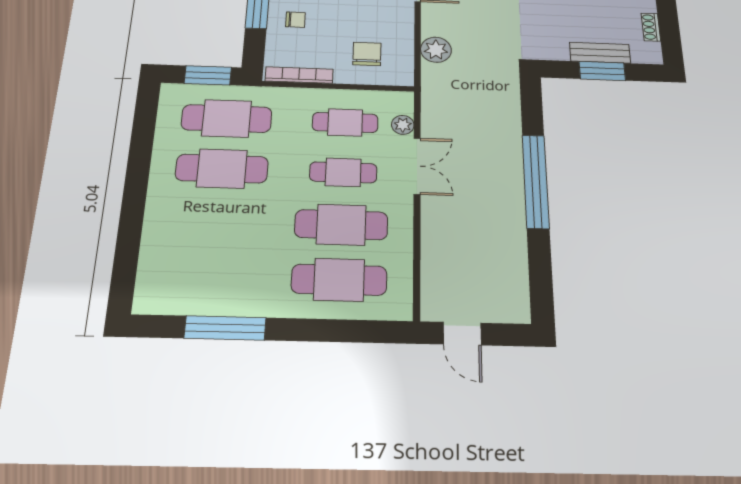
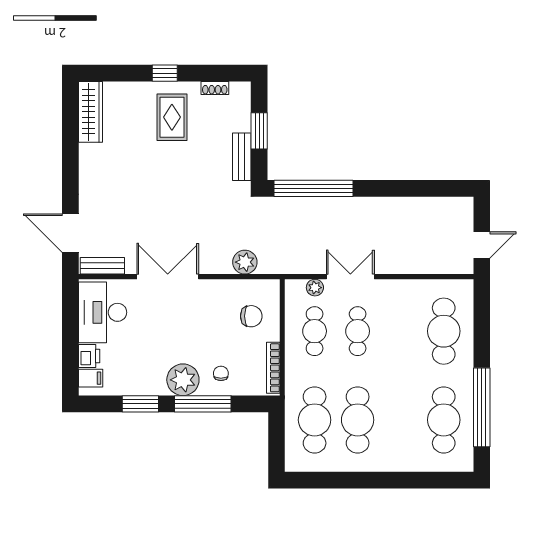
bench: (600, 53) -> (242, 157), moved
chair: (367, 54) -> (251, 316), turned 180
window: (208, 75) -> (277, 437), removed
window: (536, 181) -> (313, 188), moved
cafe table: (341, 225) -> (444, 420), moved
window: (225, 328) -> (482, 407), width x1.46

